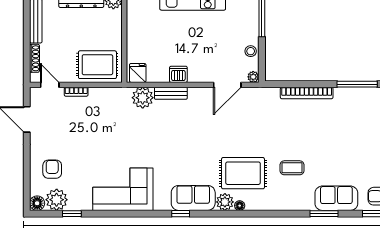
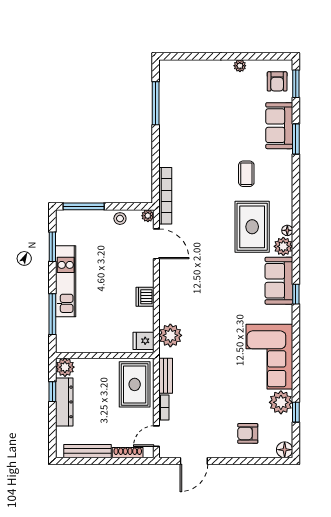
bench: (171, 93) -> (166, 376), moved
bookcase: (307, 93) -> (165, 196), moved
plant: (57, 200) -> (281, 402), moved

